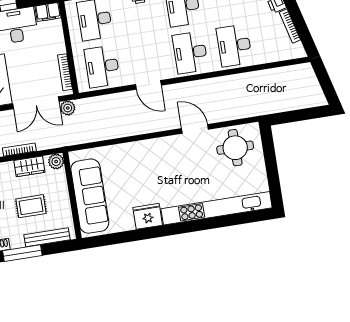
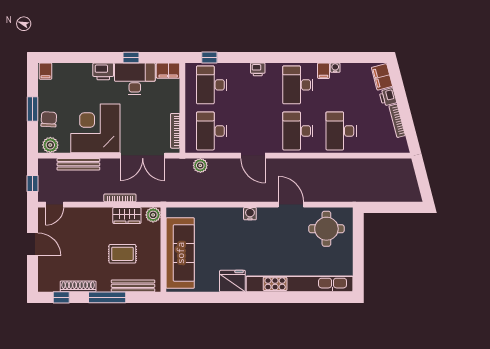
plant: (68, 108) -> (200, 165), moved
water cooler: (155, 145) -> (250, 214), added

